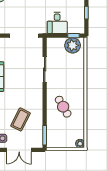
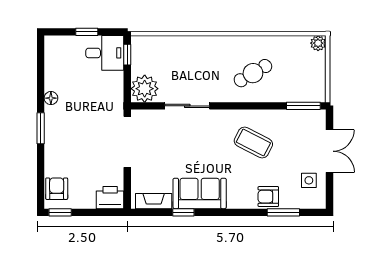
desk: (57, 23) -> (105, 53), moved
plant: (73, 45) -> (145, 89), moved
coffee table: (21, 119) -> (253, 142), moved

